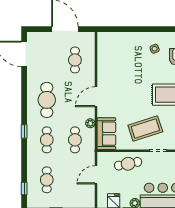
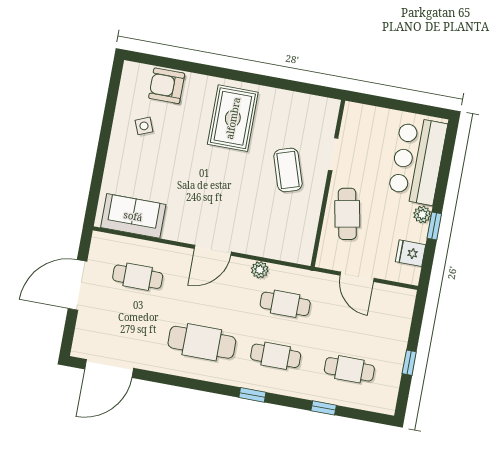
door: (96, 97) -> (213, 250), hinge flipped
coffee table: (145, 128) -> (288, 170), width x0.73, depth x0.76
sofa: (106, 134) -> (133, 216), moved
window: (24, 188) -> (324, 408), moved

